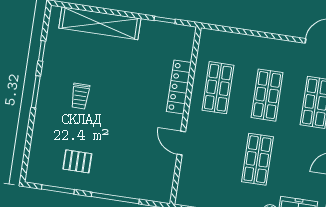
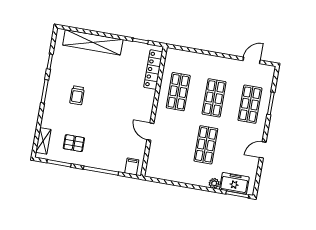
locker: (179, 87) -> (153, 70), moved
shelving: (36, 159) -> (43, 141), added
filing cabinet: (157, 191) -> (132, 166), added

